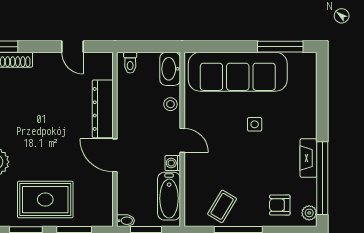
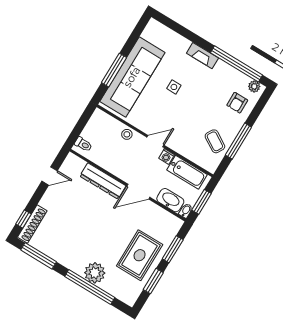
window: (280, 47) -> (114, 70), moved
washbasin: (170, 69) -> (170, 200), moved, turned 180
fireplace: (309, 158) -> (202, 56), moved

